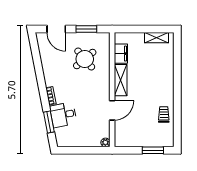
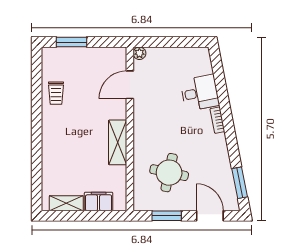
filing cabinet: (121, 54) -> (99, 201), moved, turned 90
round table: (85, 59) -> (169, 173), turned -38
door: (112, 110) -> (130, 85), moved
window: (49, 122) -> (240, 183), moved

